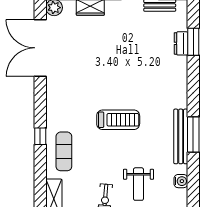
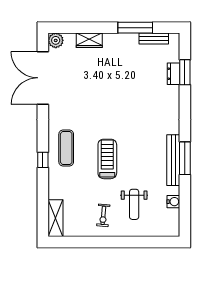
treadmill: (118, 120) -> (107, 159), moved, turned -90
exercise mat: (64, 151) -> (66, 148), moved

